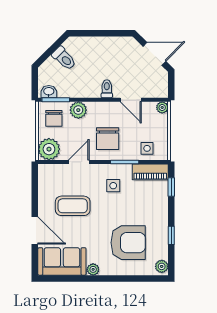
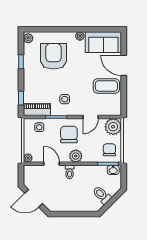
plant: (78, 110) -> (76, 156), moved
coffee table: (73, 206) -> (106, 86), moved
armchair: (128, 243) -> (53, 56), turned 90

